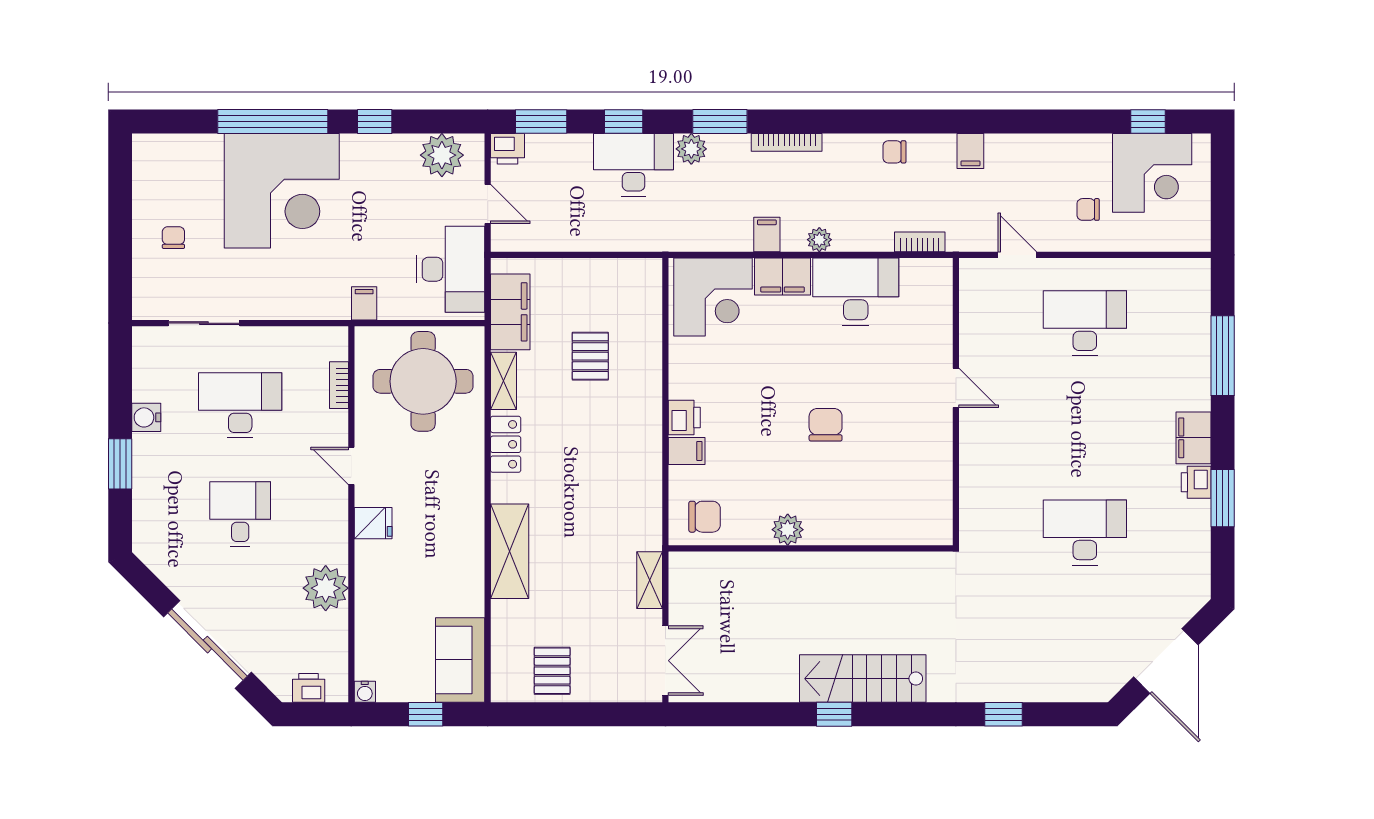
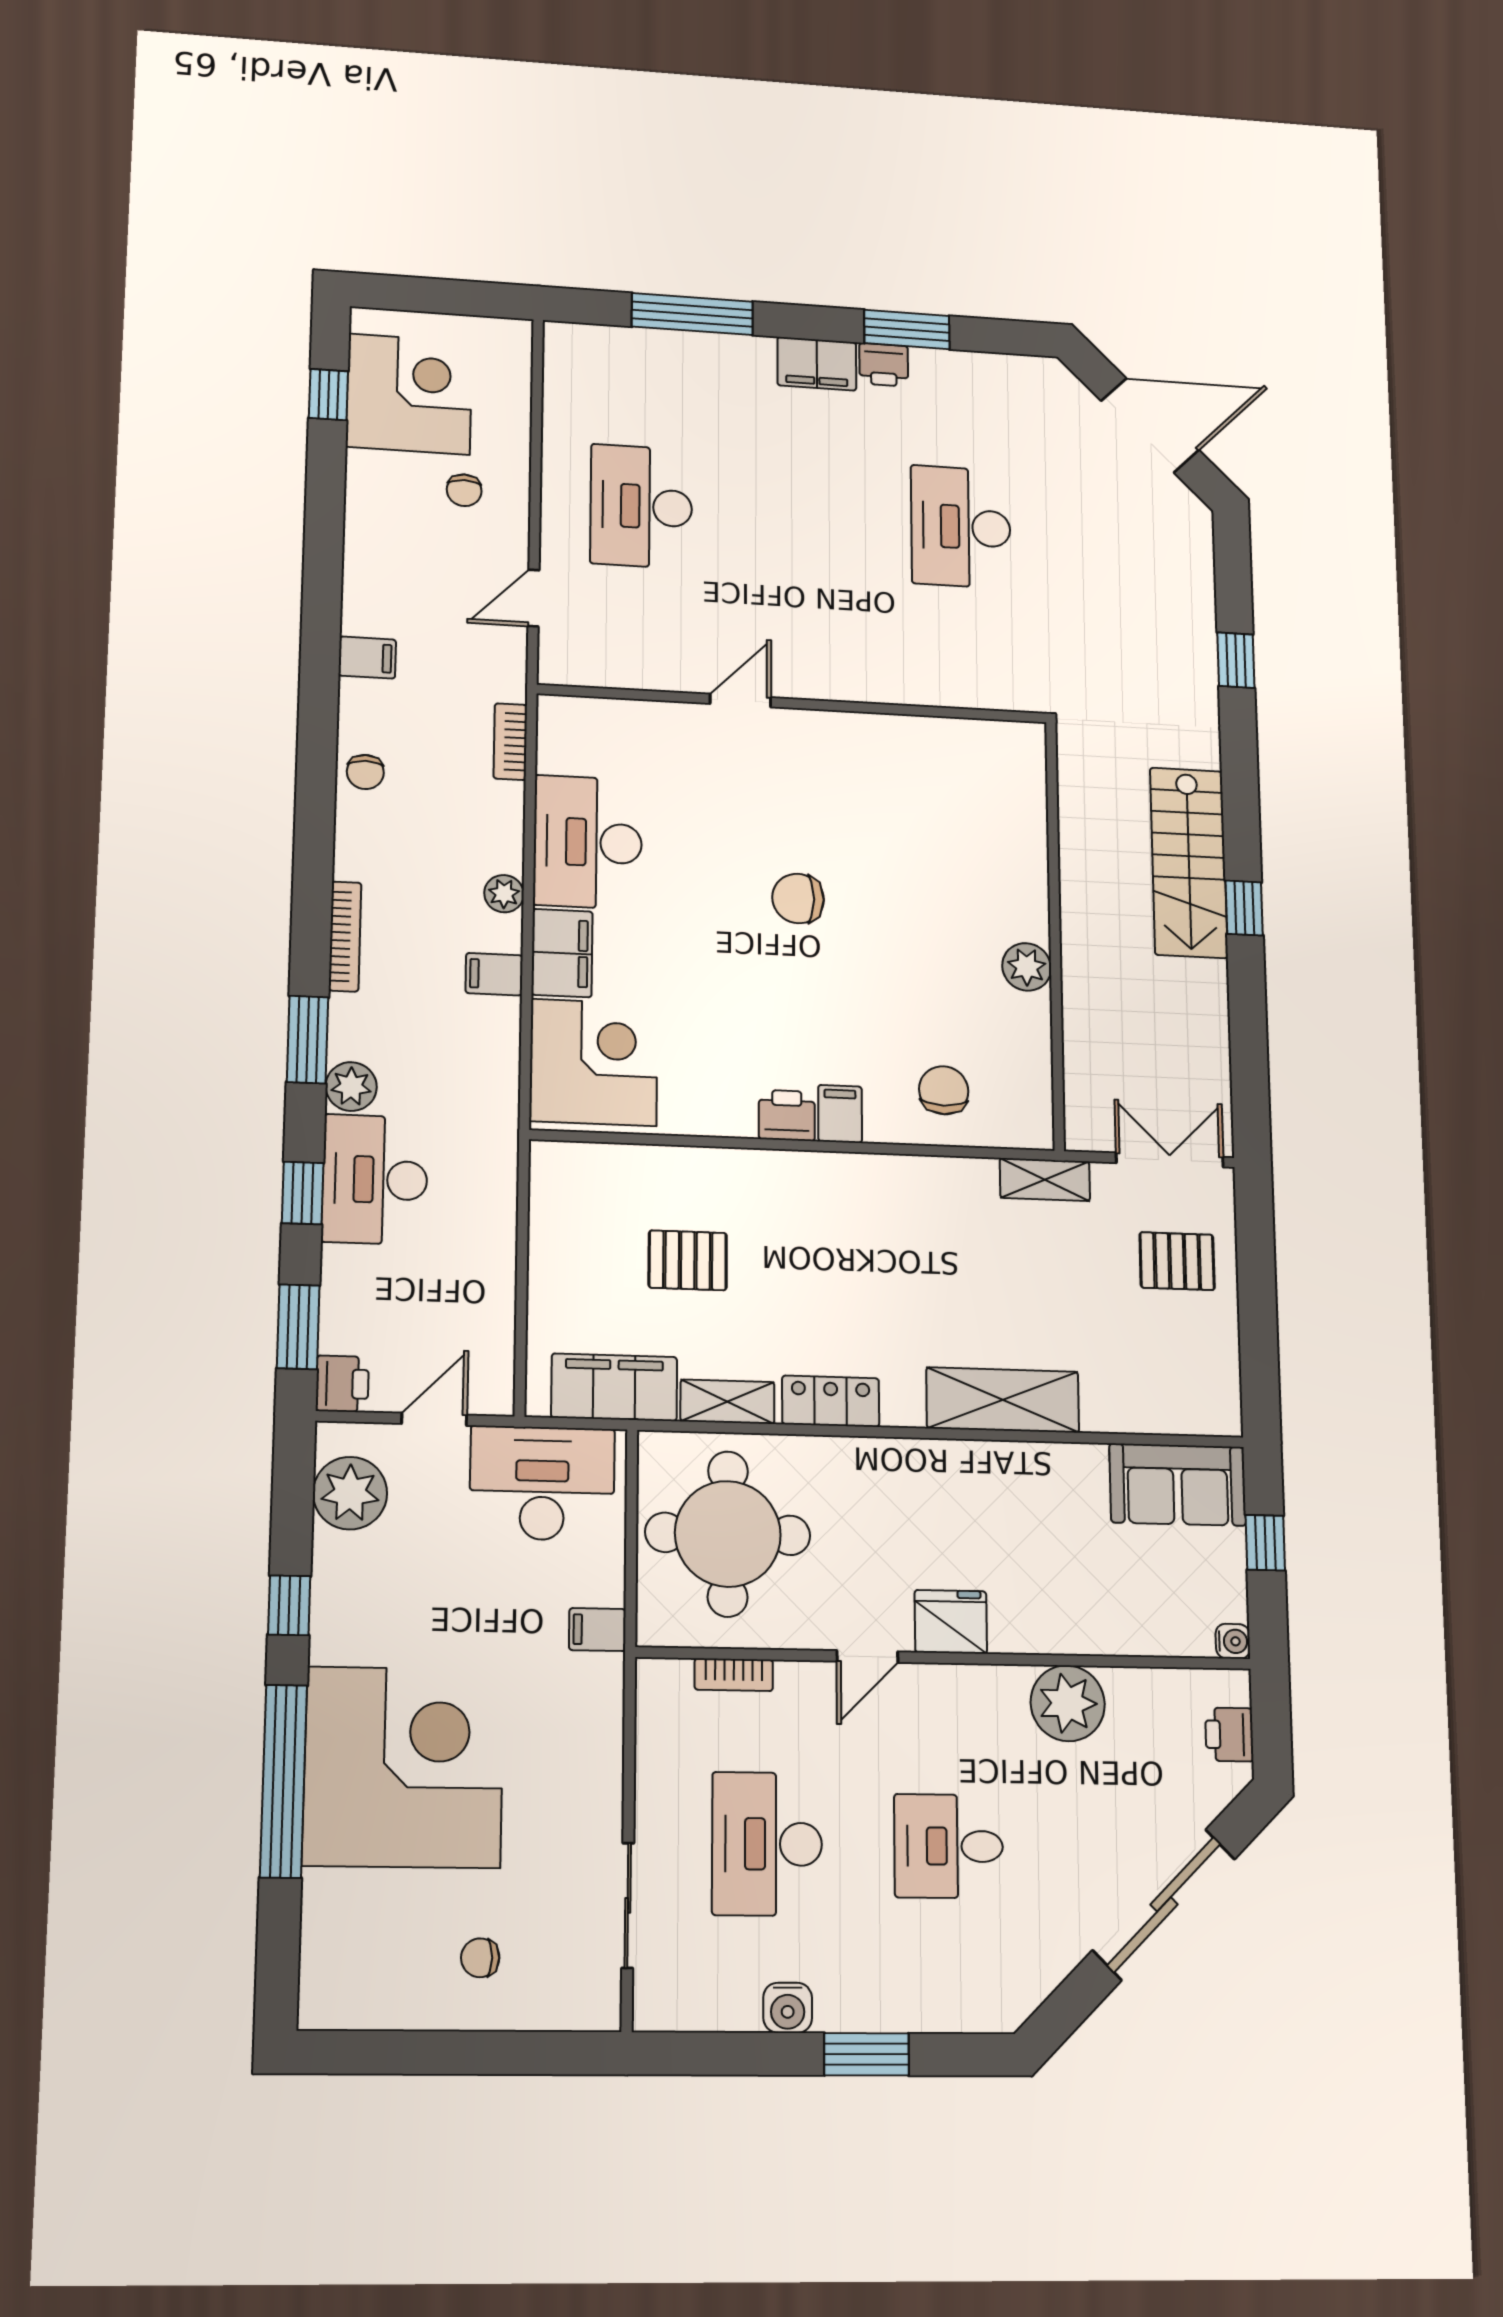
fridge: (373, 523) -> (951, 1622), width x1.38
plant: (788, 530) -> (1027, 967), moved
wall: (811, 548) -> (1055, 934), moved
pallet: (552, 671) -> (1177, 1261), moved

